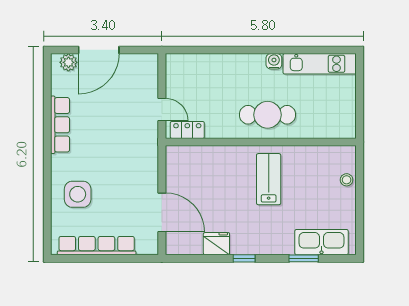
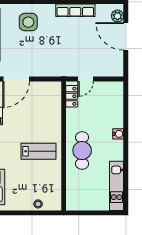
water cooler: (274, 61) -> (118, 134), moved

